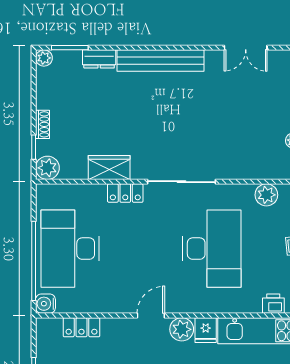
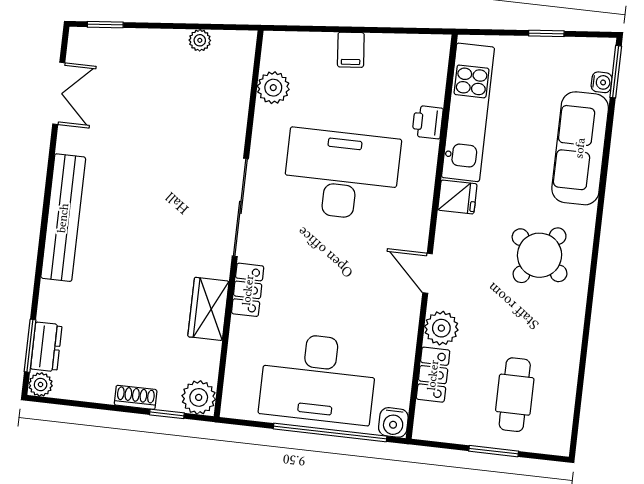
dresser: (99, 59) -> (46, 347), moved
printer: (273, 304) -> (428, 122), moved
plant: (182, 329) -> (441, 328), moved

